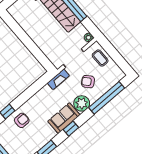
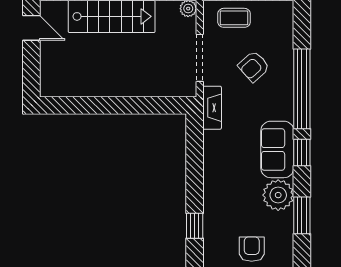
window: (107, 98) -> (302, 89), moved
plant: (82, 103) -> (278, 195), moved
armchair: (22, 120) -> (252, 249), moved

